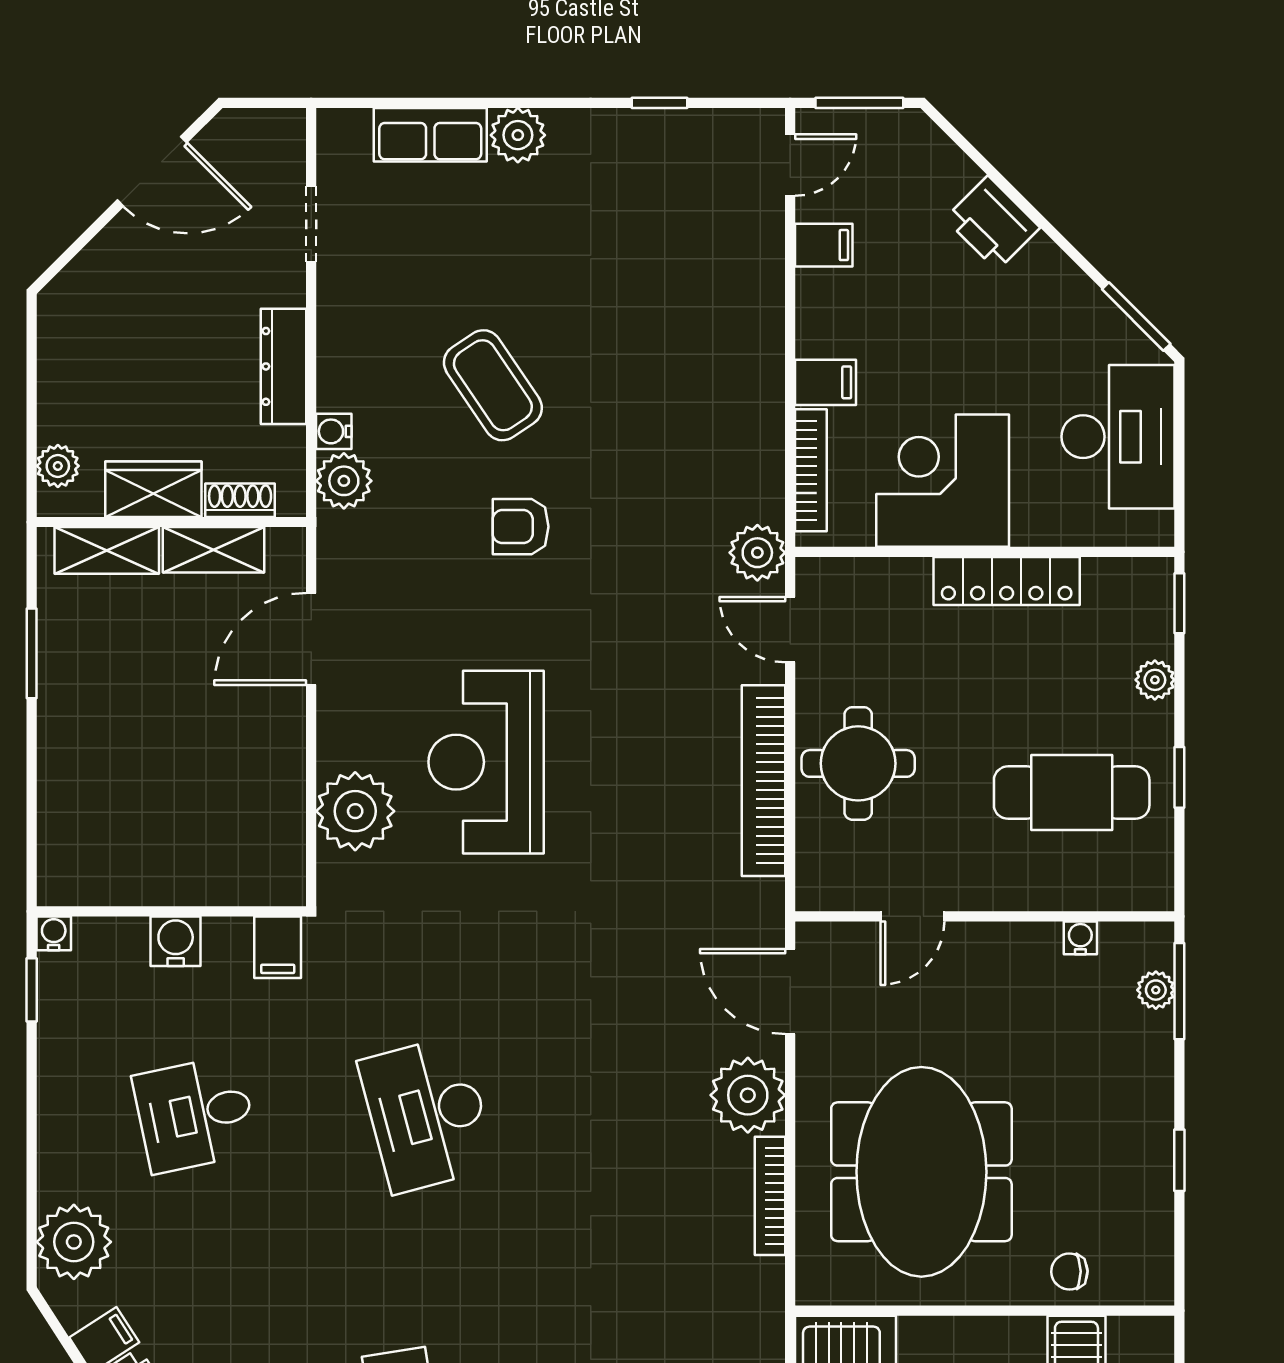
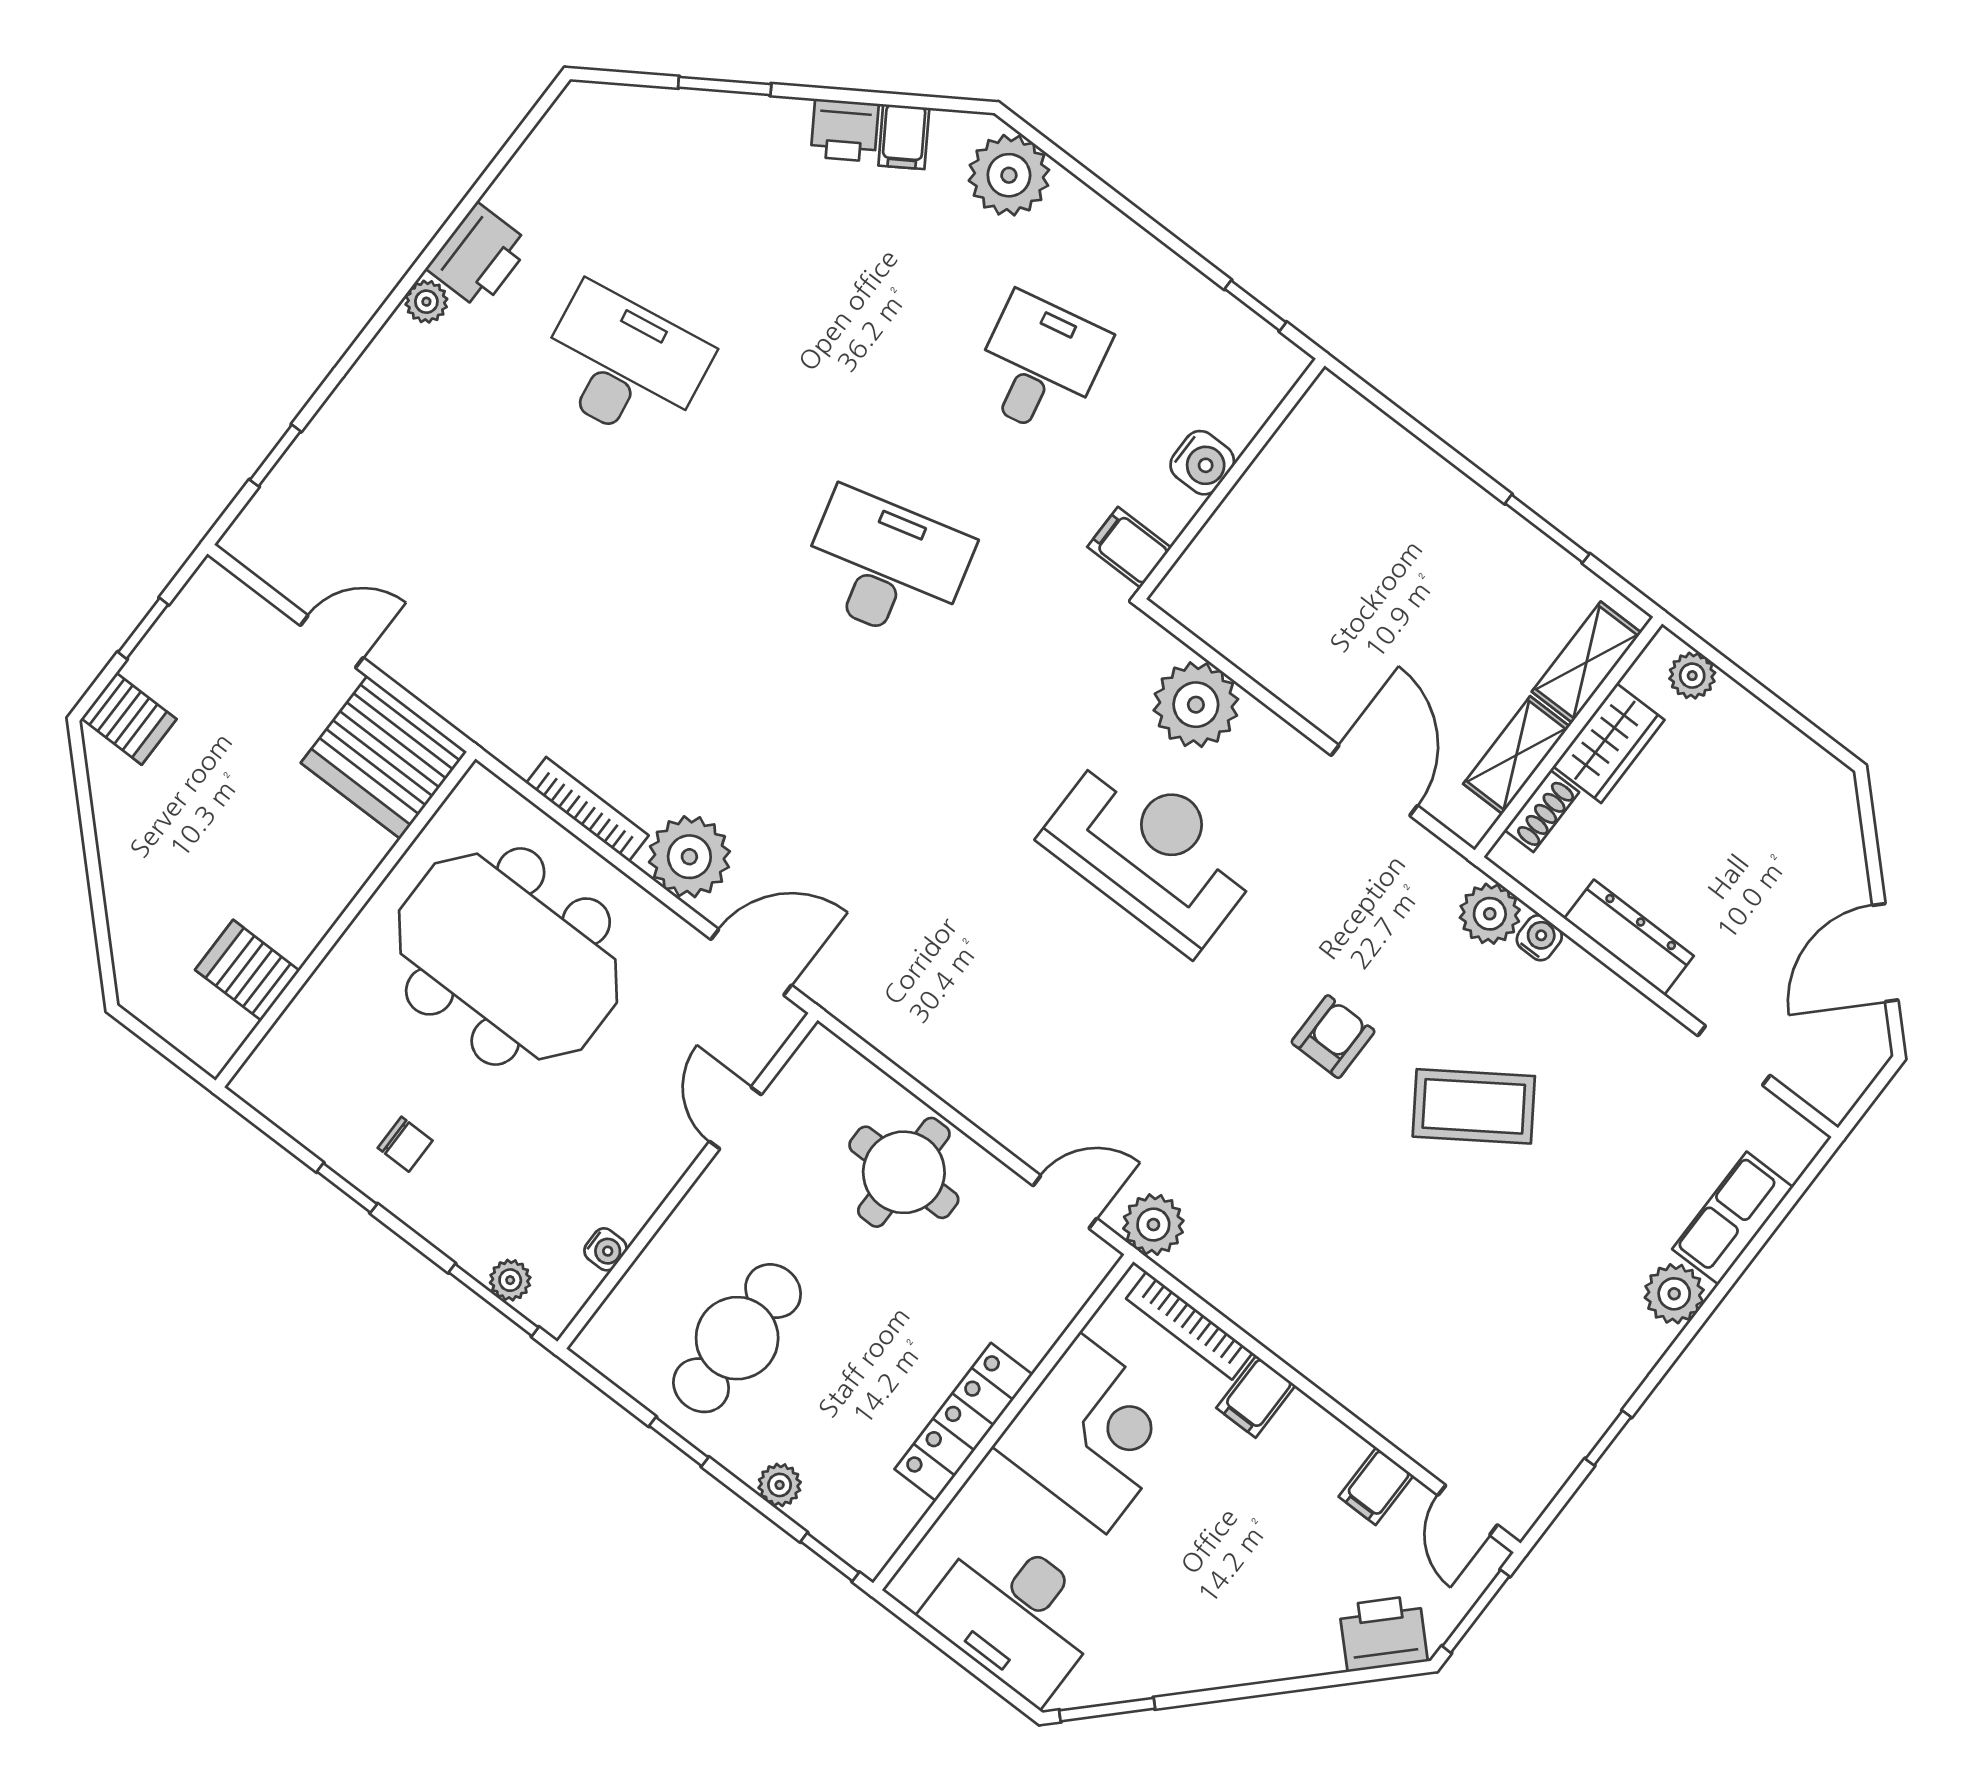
printer: (992, 223) -> (1383, 1633), moved
bookcase: (764, 781) -> (952, 1079), removed
water cooler: (54, 933) -> (1290, 362), removed
chair: (1069, 1271) -> (405, 1144), moved, turned 91

